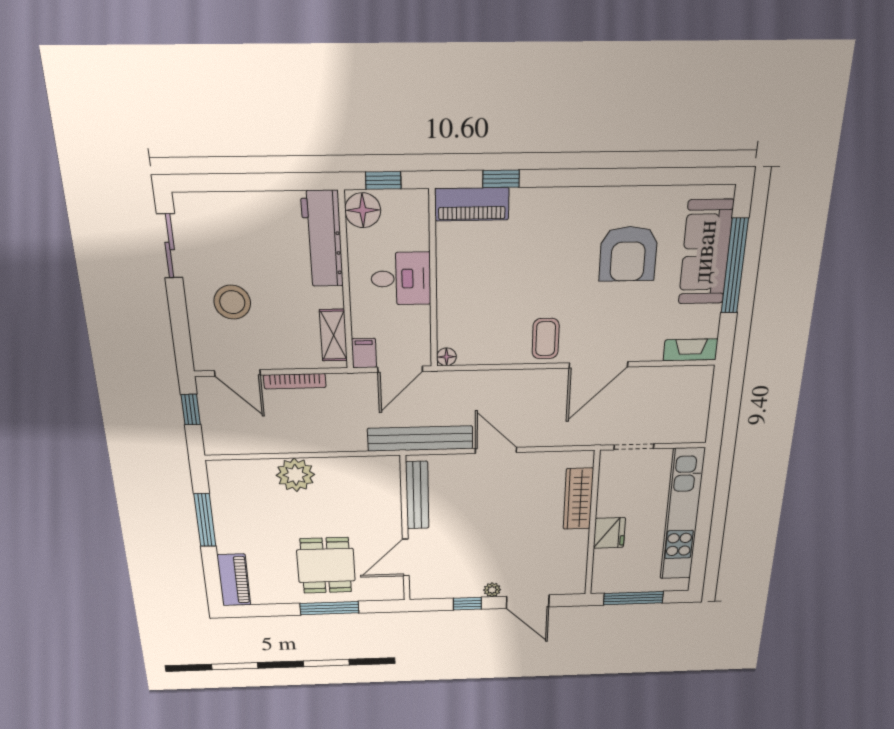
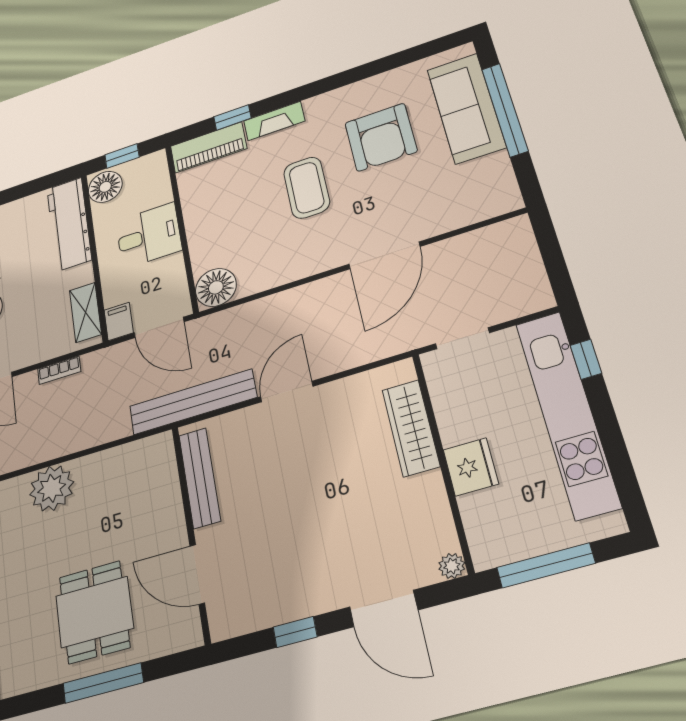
coffee table: (546, 339) -> (307, 188), moved, width x1.36, depth x1.30
fireplace: (691, 350) -> (274, 121), moved, turned 180
floor lamp: (446, 357) -> (216, 287), width x1.89, depth x1.89
door: (400, 369) -> (159, 327), hinge flipped
bookcase: (295, 381) -> (59, 370), width x0.64
door: (496, 450) -> (287, 392), hinge flipped
window: (708, 484) -> (586, 359), added
door: (406, 557) -> (197, 574), hinge flipped
plant: (492, 590) -> (452, 566), moved

